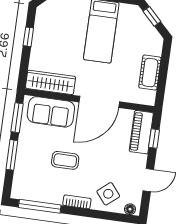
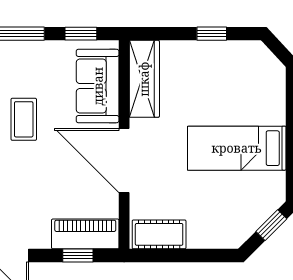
cot: (150, 73) -> (159, 234), moved
window: (17, 118) -> (81, 34), width x0.67

